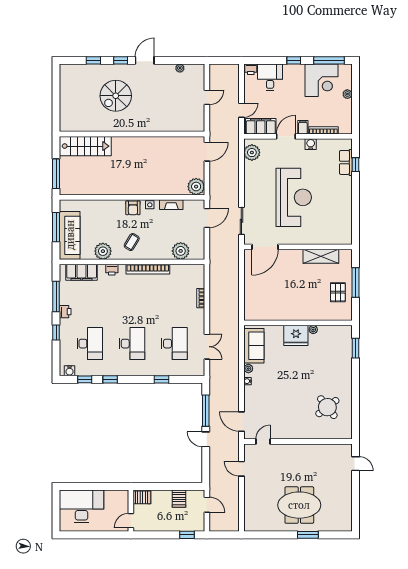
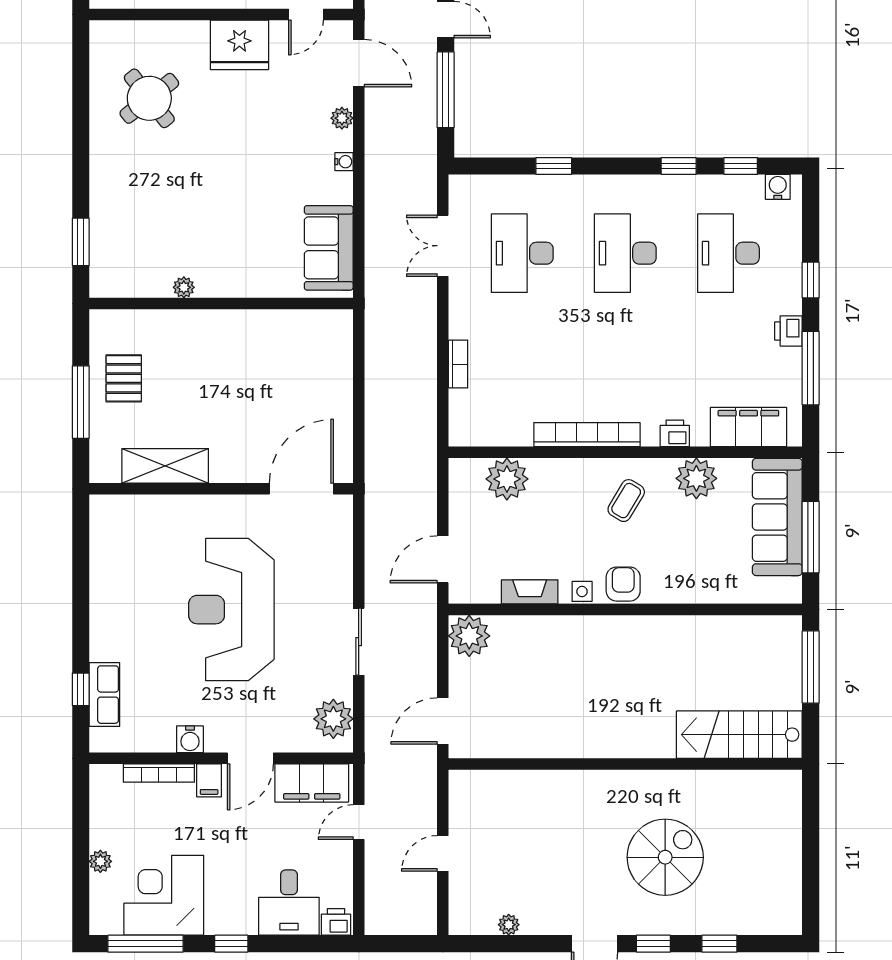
sliding door: (241, 221) -> (359, 642), moved
fridge: (296, 335) -> (239, 45), moved, turned 180
plant: (248, 369) -> (342, 118), moved

